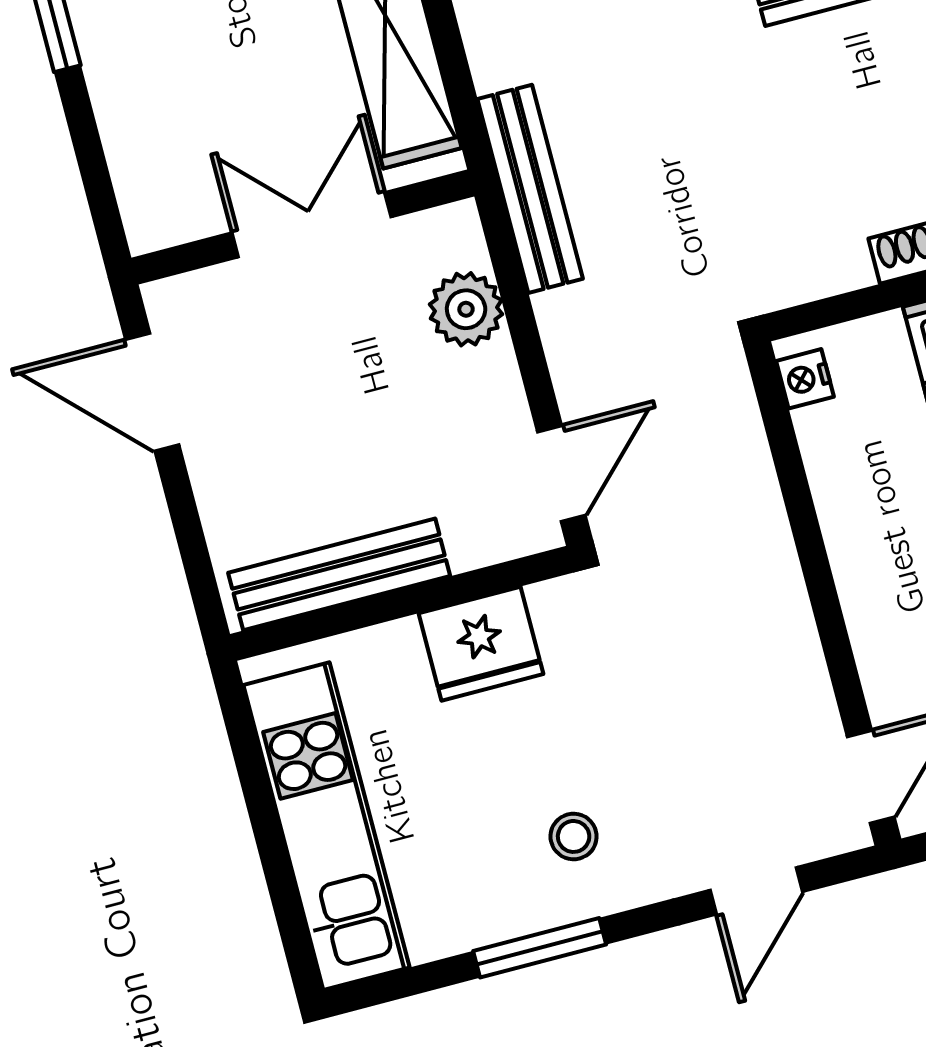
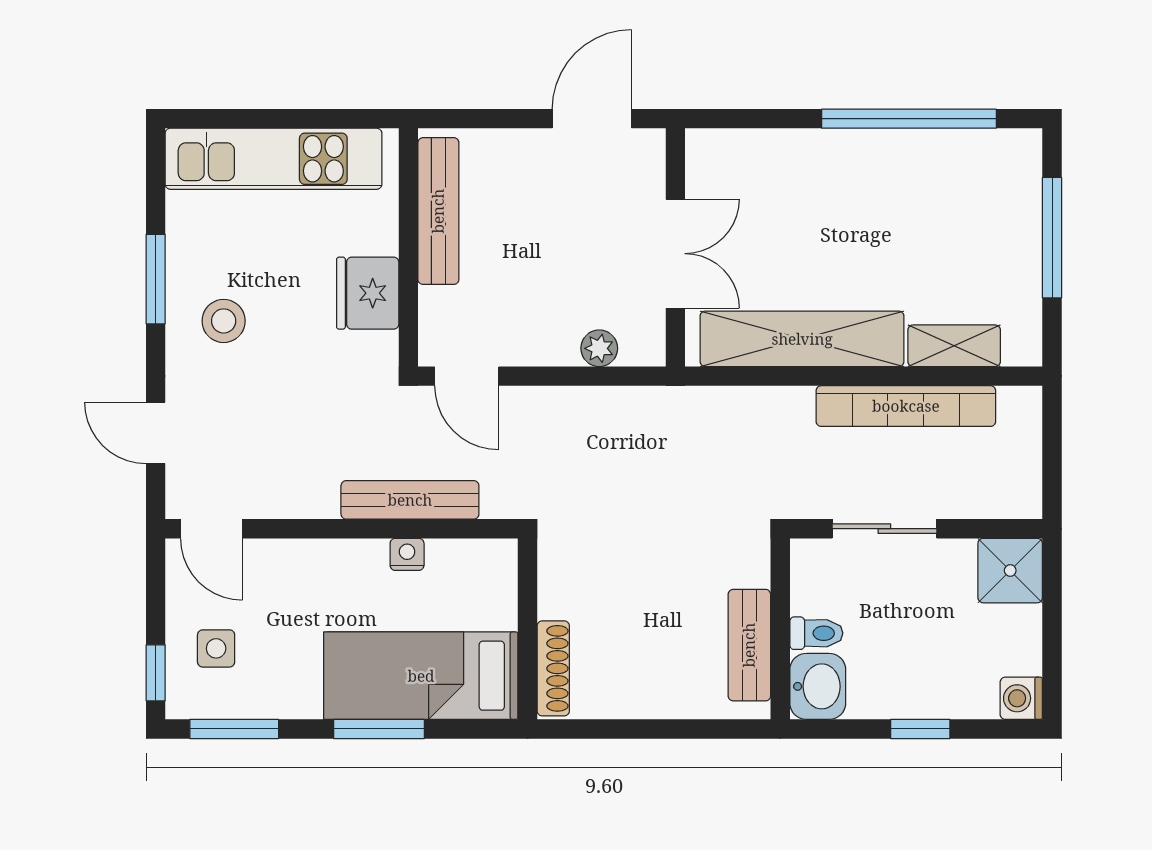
bench: (530, 189) -> (410, 500), moved
plant: (466, 309) -> (599, 348), width x0.73, depth x0.73
nightstand: (805, 379) -> (407, 554), moved
stool: (574, 836) -> (224, 321), width x1.37, depth x1.37

